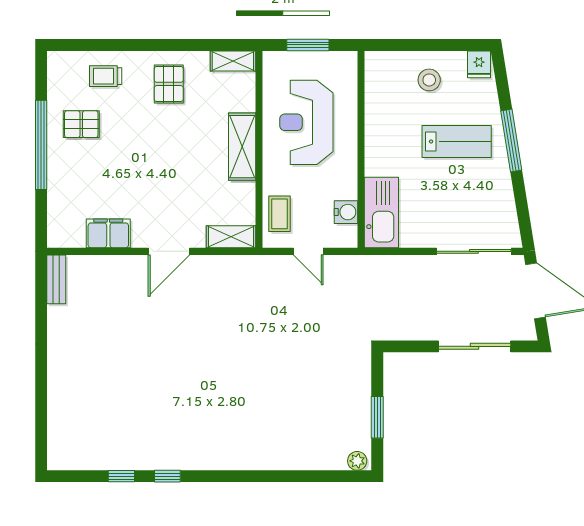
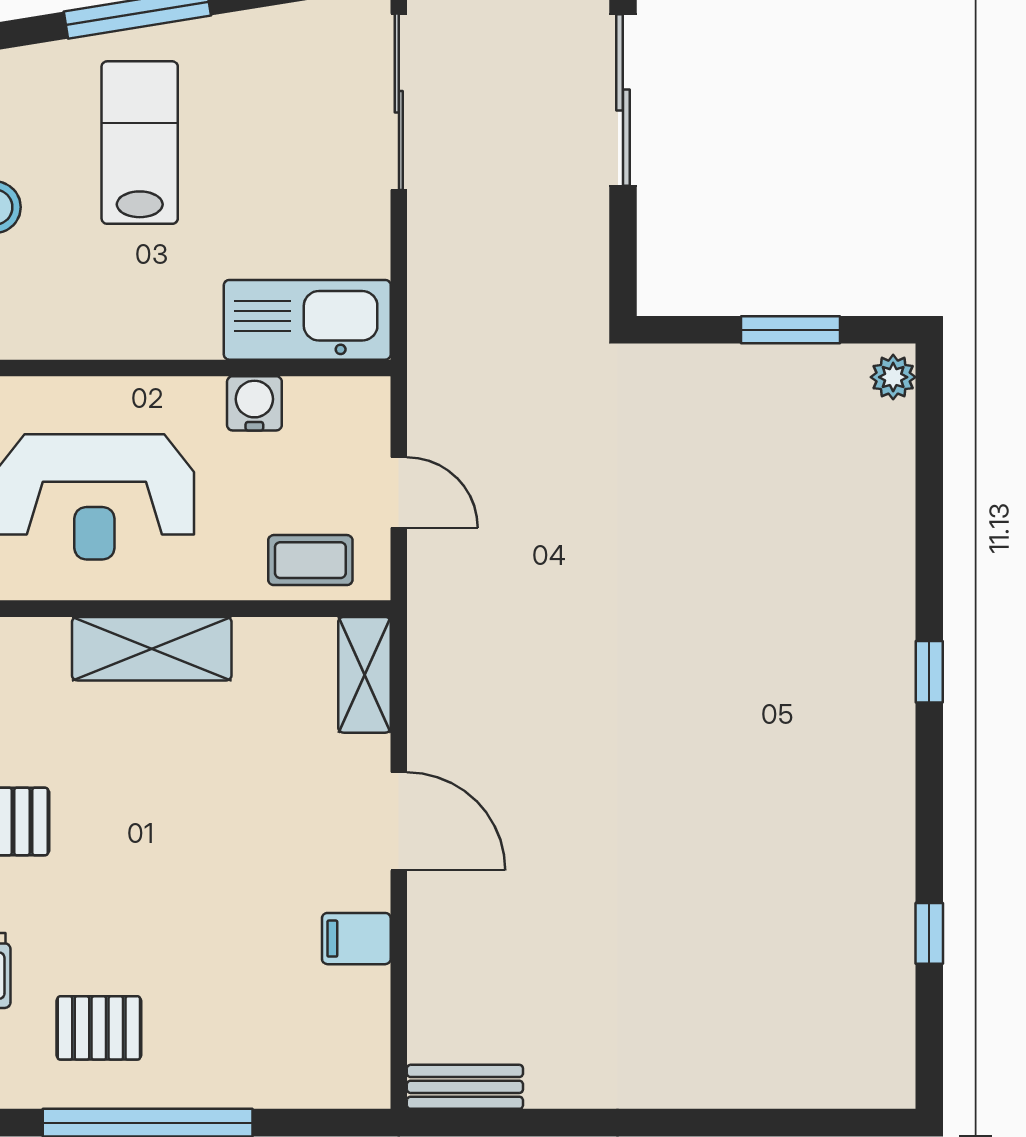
pallet: (81, 124) -> (99, 1028), turned 90
water cooler: (346, 212) -> (254, 403), moved
filing cabinet: (108, 233) -> (356, 939), width x0.50
door: (308, 251) -> (399, 492), hinge flipped
window: (167, 476) -> (929, 672), moved

